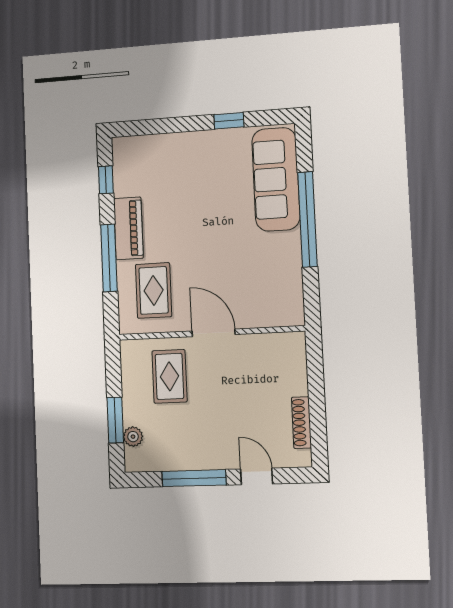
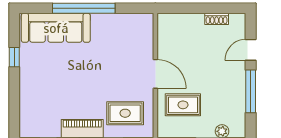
door: (214, 333) -> (155, 74), swing flipped
shoe rack: (301, 423) -> (217, 19), width x0.70

